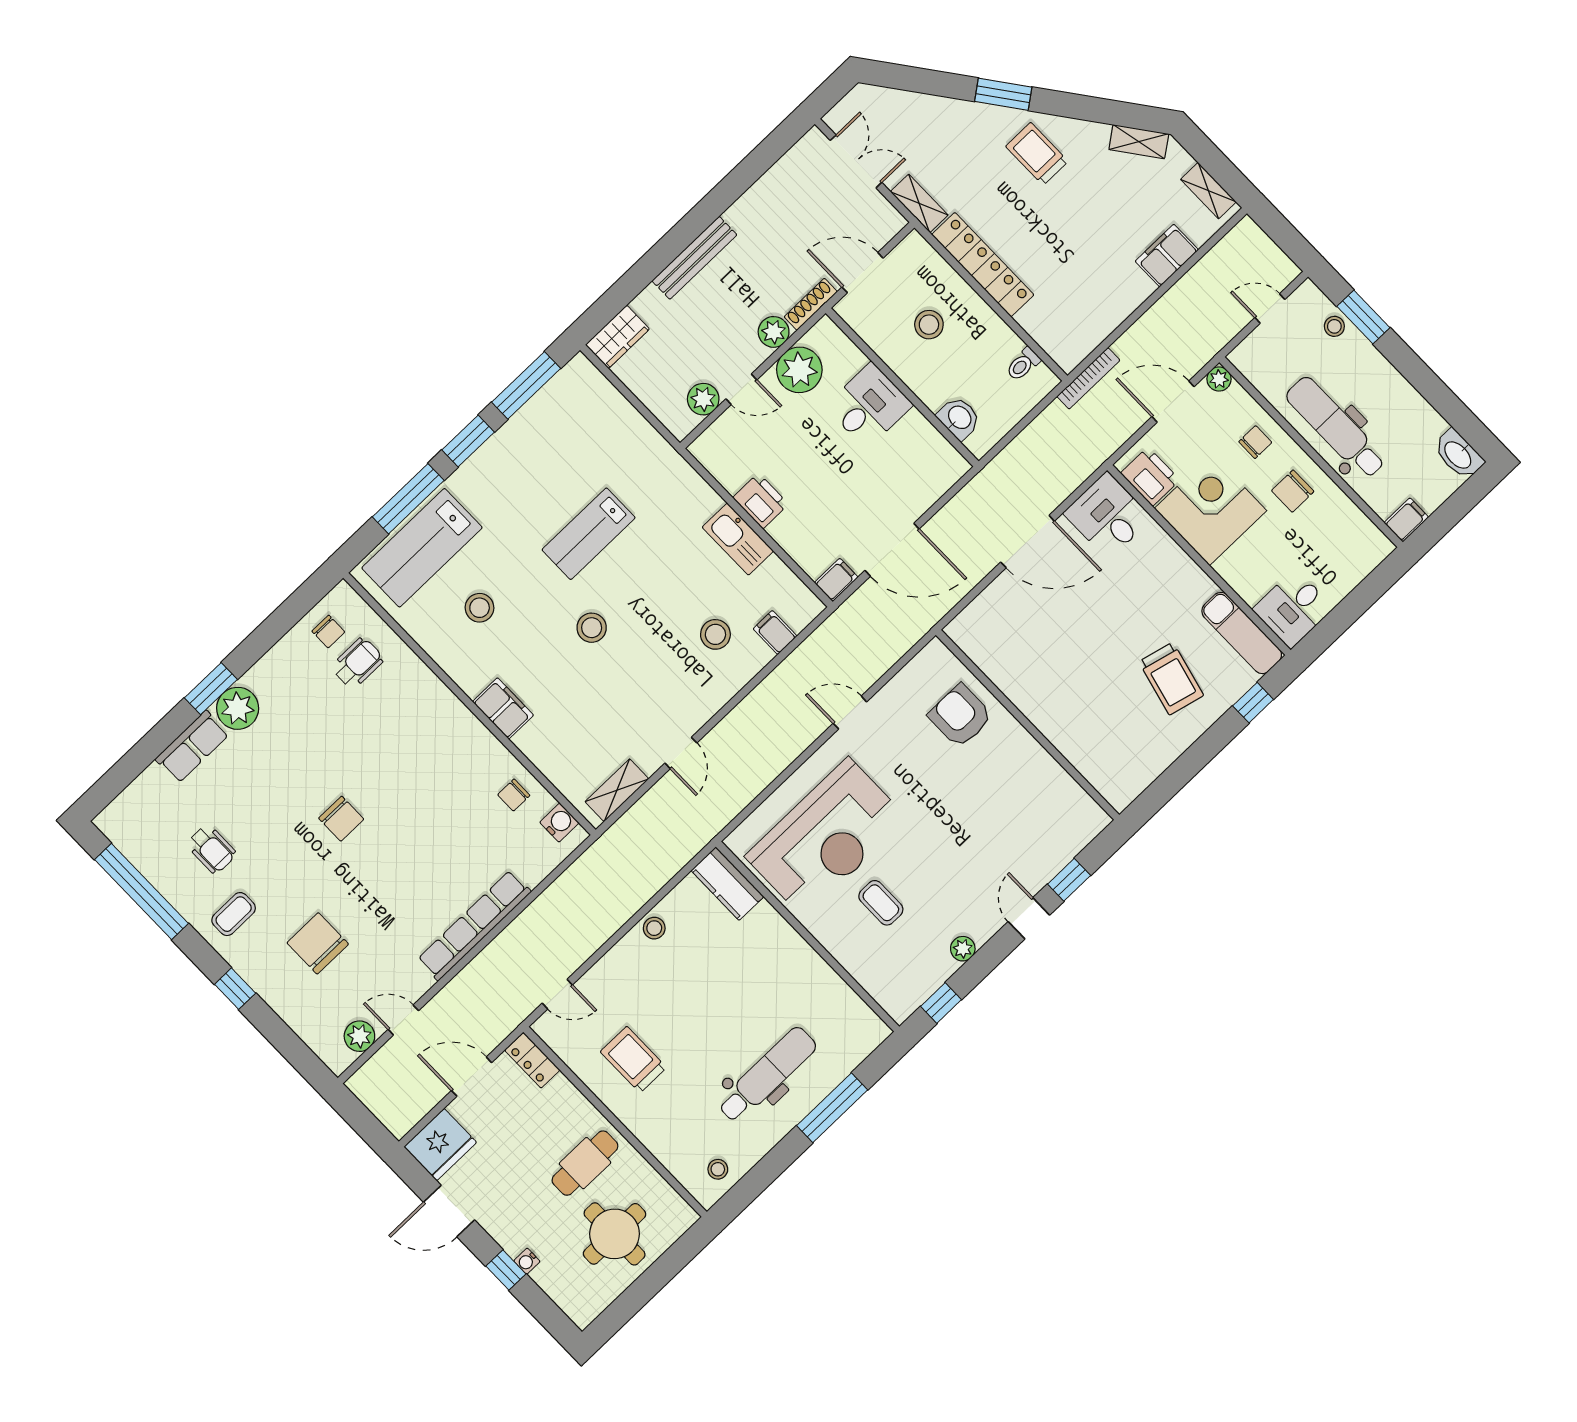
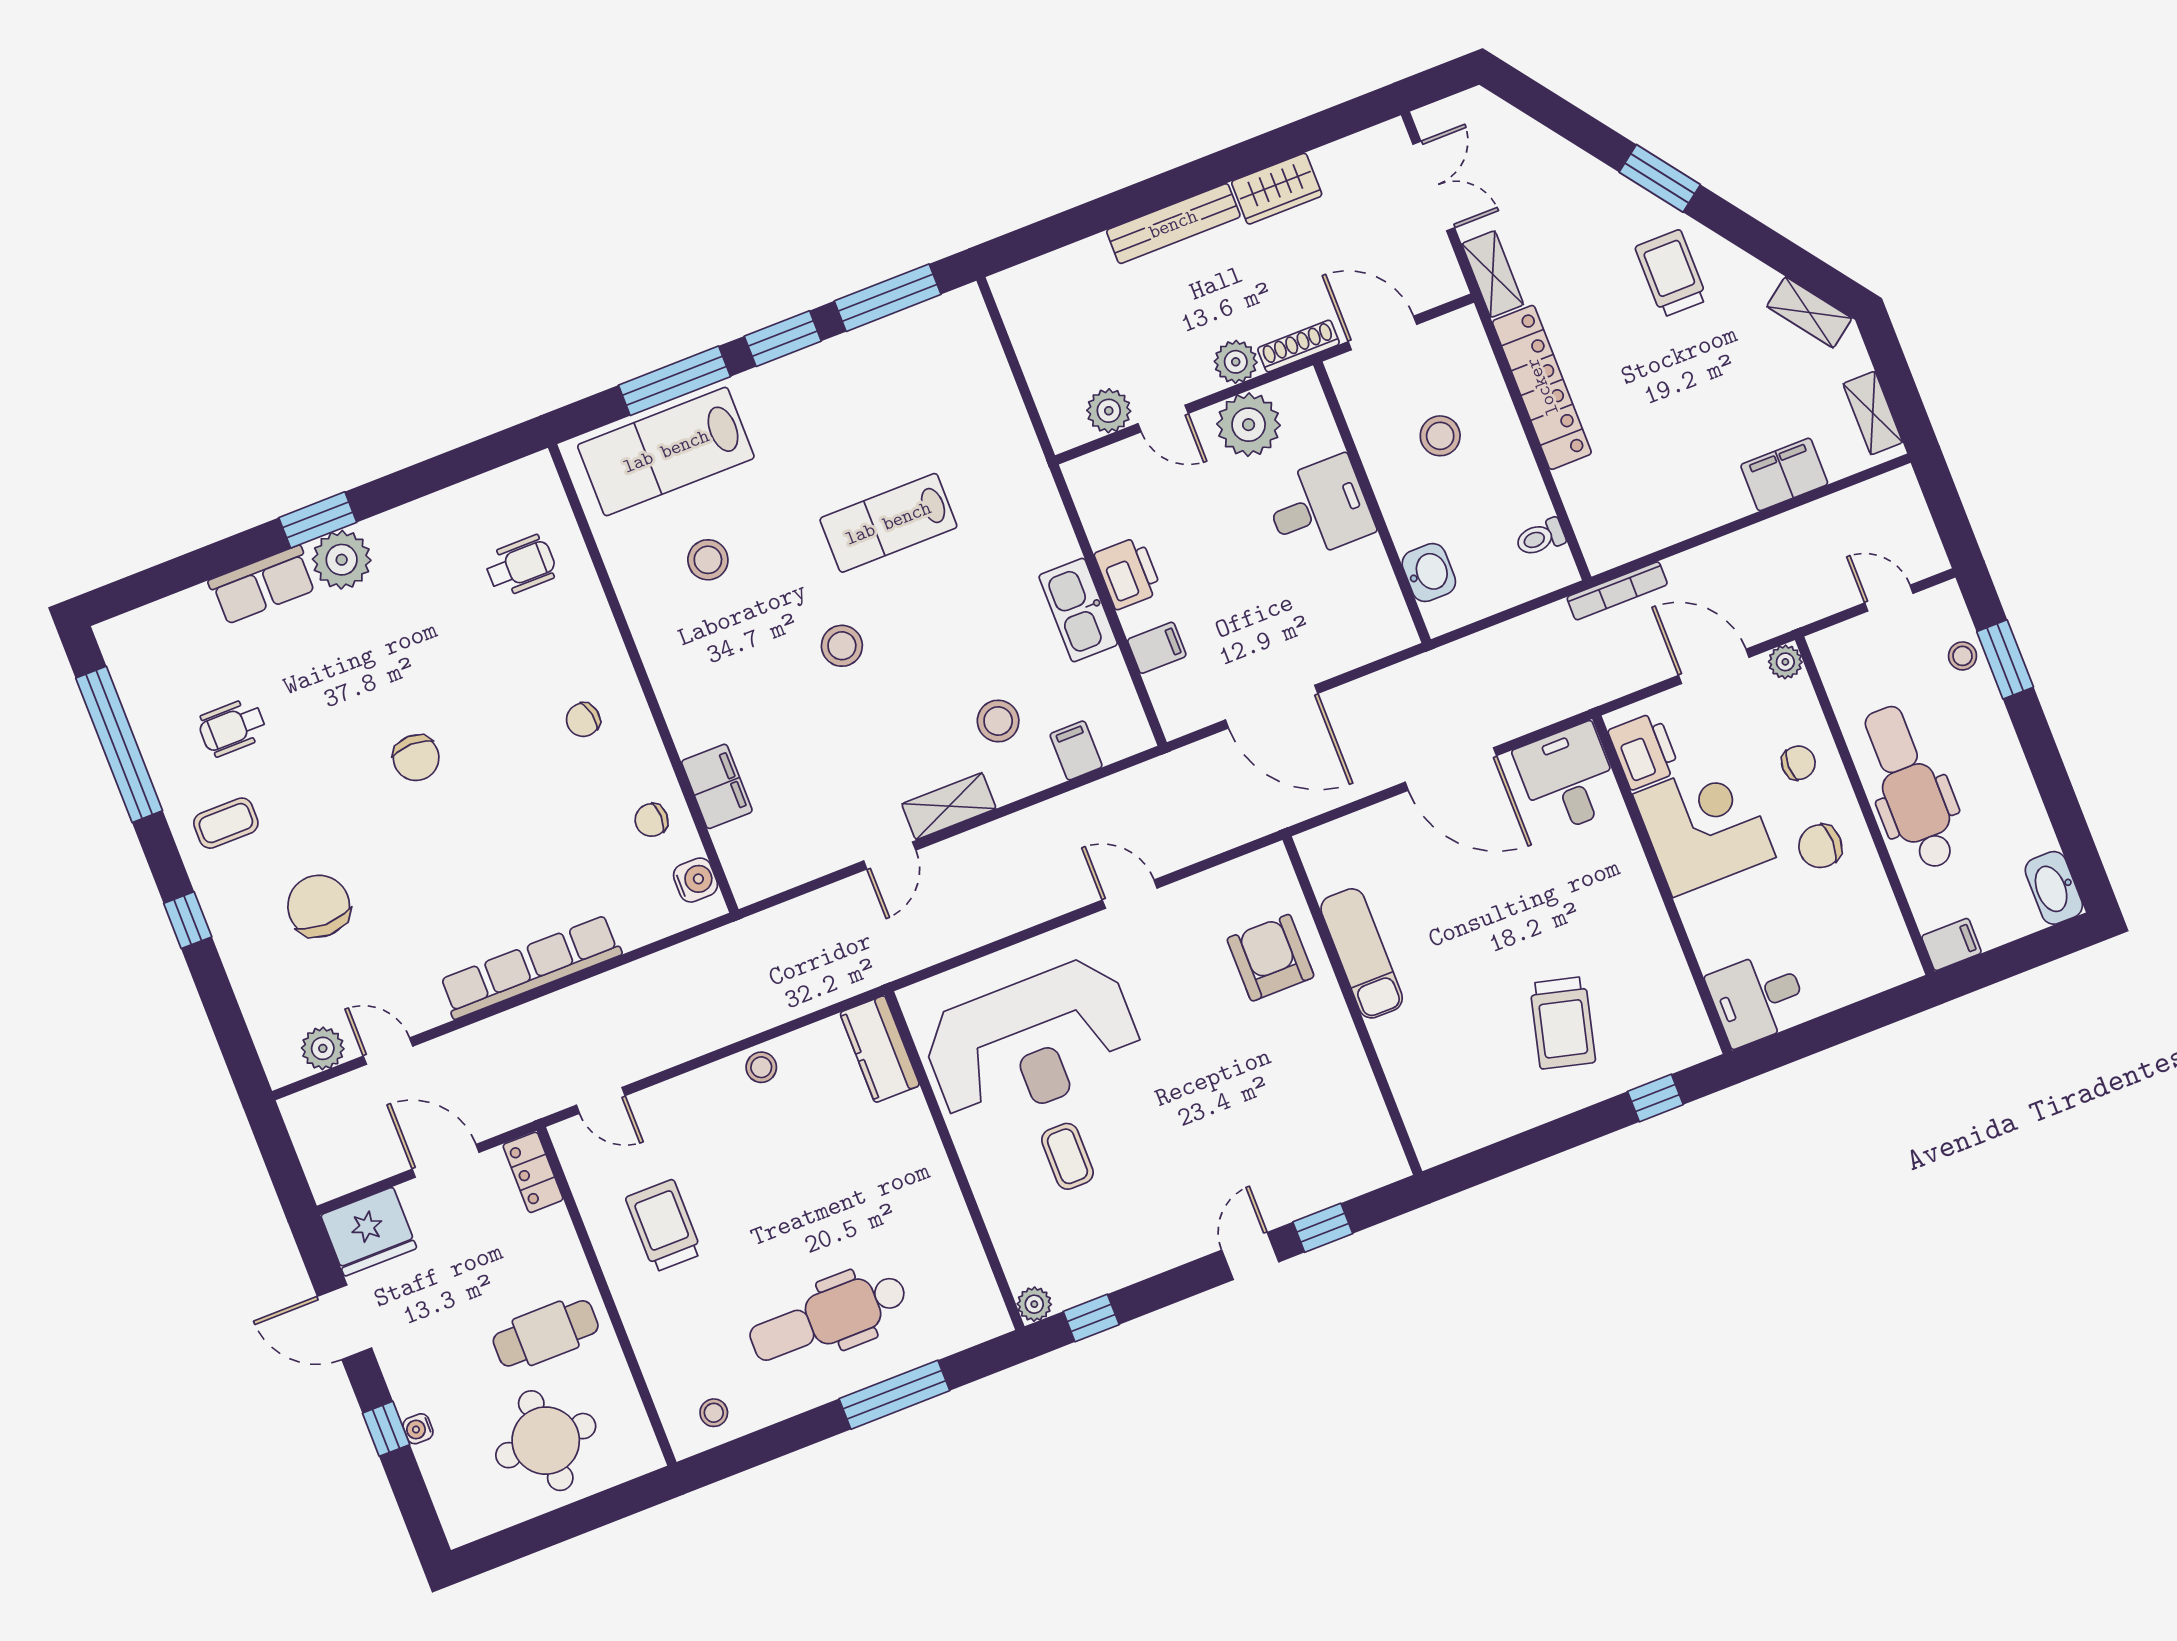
wardrobe: (617, 337) -> (1277, 189), moved
filing cabinet: (836, 580) -> (1157, 648), moved
chair: (328, 632) -> (583, 720), moved, turned 79
exam couch: (1242, 633) -> (1362, 953), moved, turned 180
filing cabinet: (503, 708) -> (717, 786), moved
shelving: (617, 790) -> (949, 806), moved
wheelchair: (211, 849) -> (232, 727), turned 90
plant: (963, 949) -> (1034, 1304), moved
dental chair: (767, 1075) -> (828, 1317), turned 180

